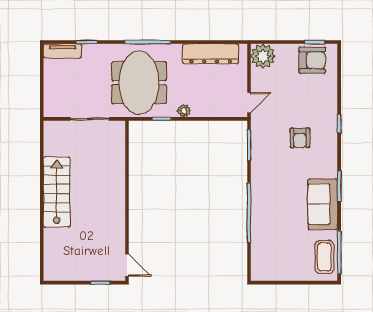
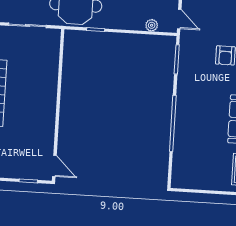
door: (249, 103) -> (179, 19), hinge flipped
plant: (184, 111) -> (152, 25), moved

